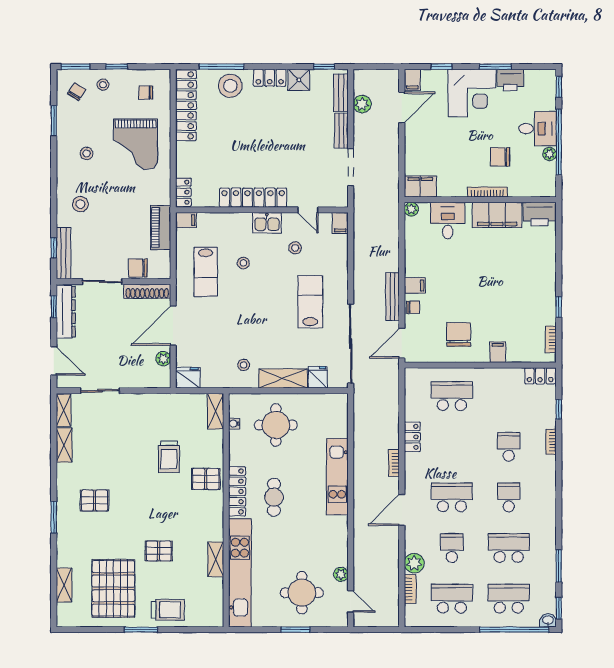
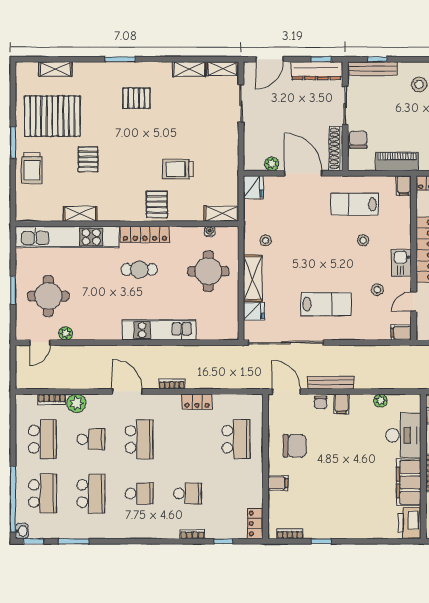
plant: (411, 209) -> (380, 401), moved
desk: (448, 221) -> (403, 435), width x1.37
pallet: (95, 500) -> (136, 98), turned 90

